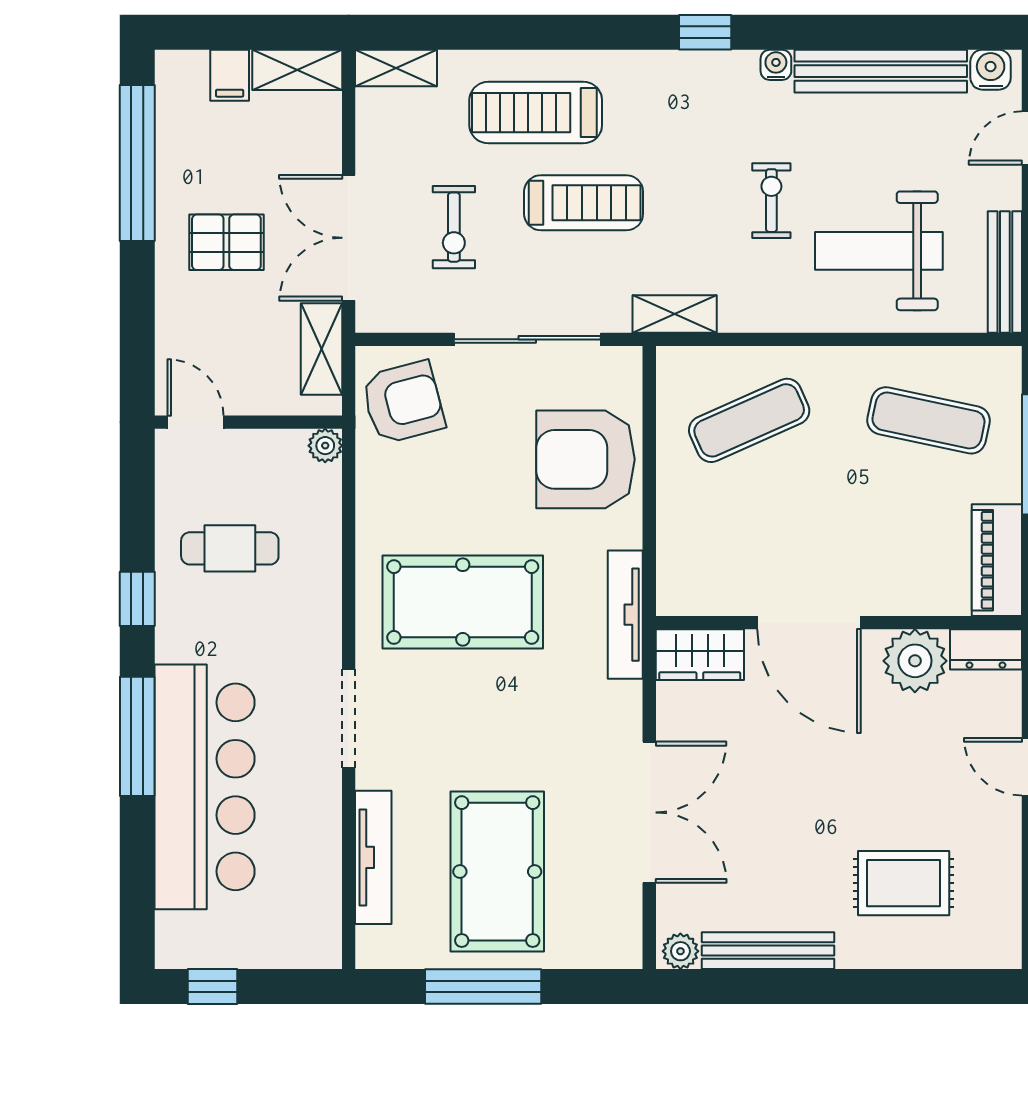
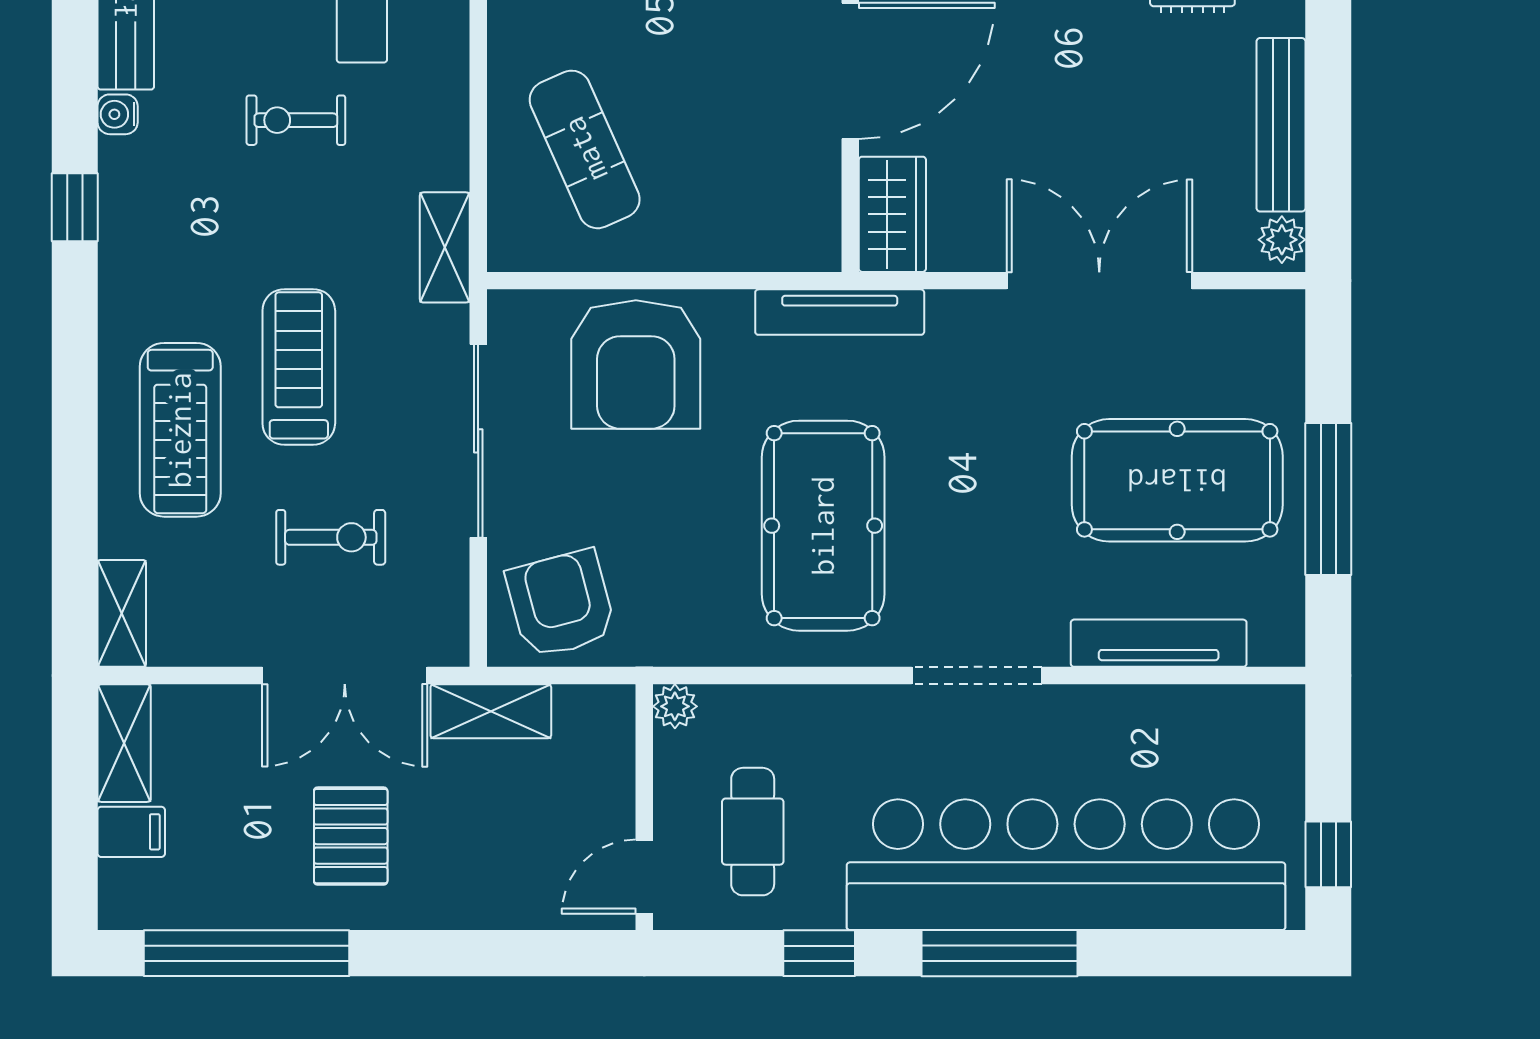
door: (195, 422) -> (644, 877), moved
wall: (248, 422) -> (644, 807), moved
plant: (325, 446) -> (675, 706), moved
bar counter: (205, 787) -> (1066, 865), width x1.36

